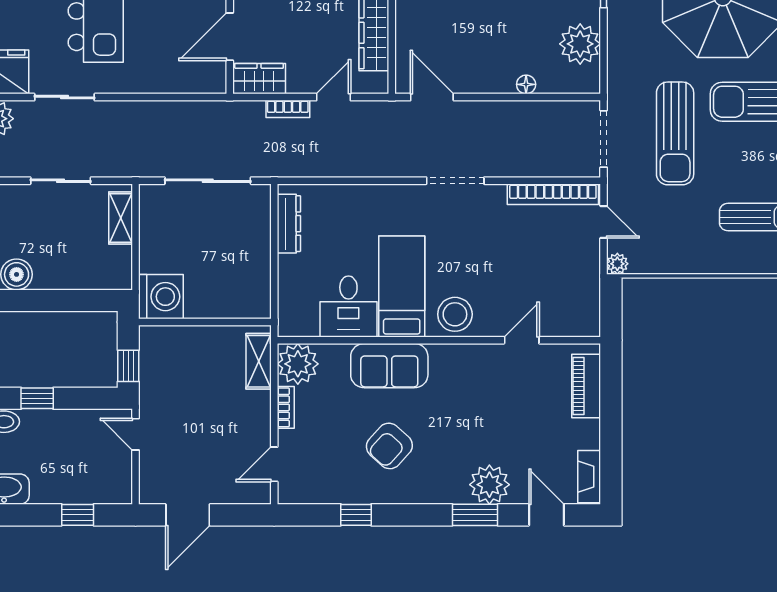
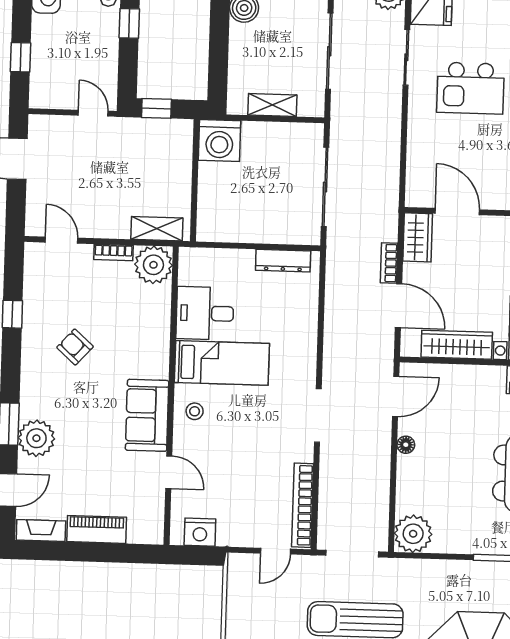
plant: (580, 44) -> (413, 534), moved
floor lamp: (526, 84) -> (406, 445), moved
door: (334, 97) -> (399, 306), width x1.38
sliding door: (61, 181) -> (329, 51), width x1.37
shelving: (121, 218) -> (272, 105), moved
plant: (617, 264) -> (237, 563), removed
nightstand: (586, 304) -> (200, 532), added
stool: (455, 314) -> (195, 411), width x0.53, depth x0.53
sofa: (389, 366) -> (147, 415), moved
piano: (586, 386) -> (97, 529), moved
door: (136, 434) -> (93, 113), hinge flipped
armchair: (389, 446) -> (75, 347), width x0.72, depth x0.72

